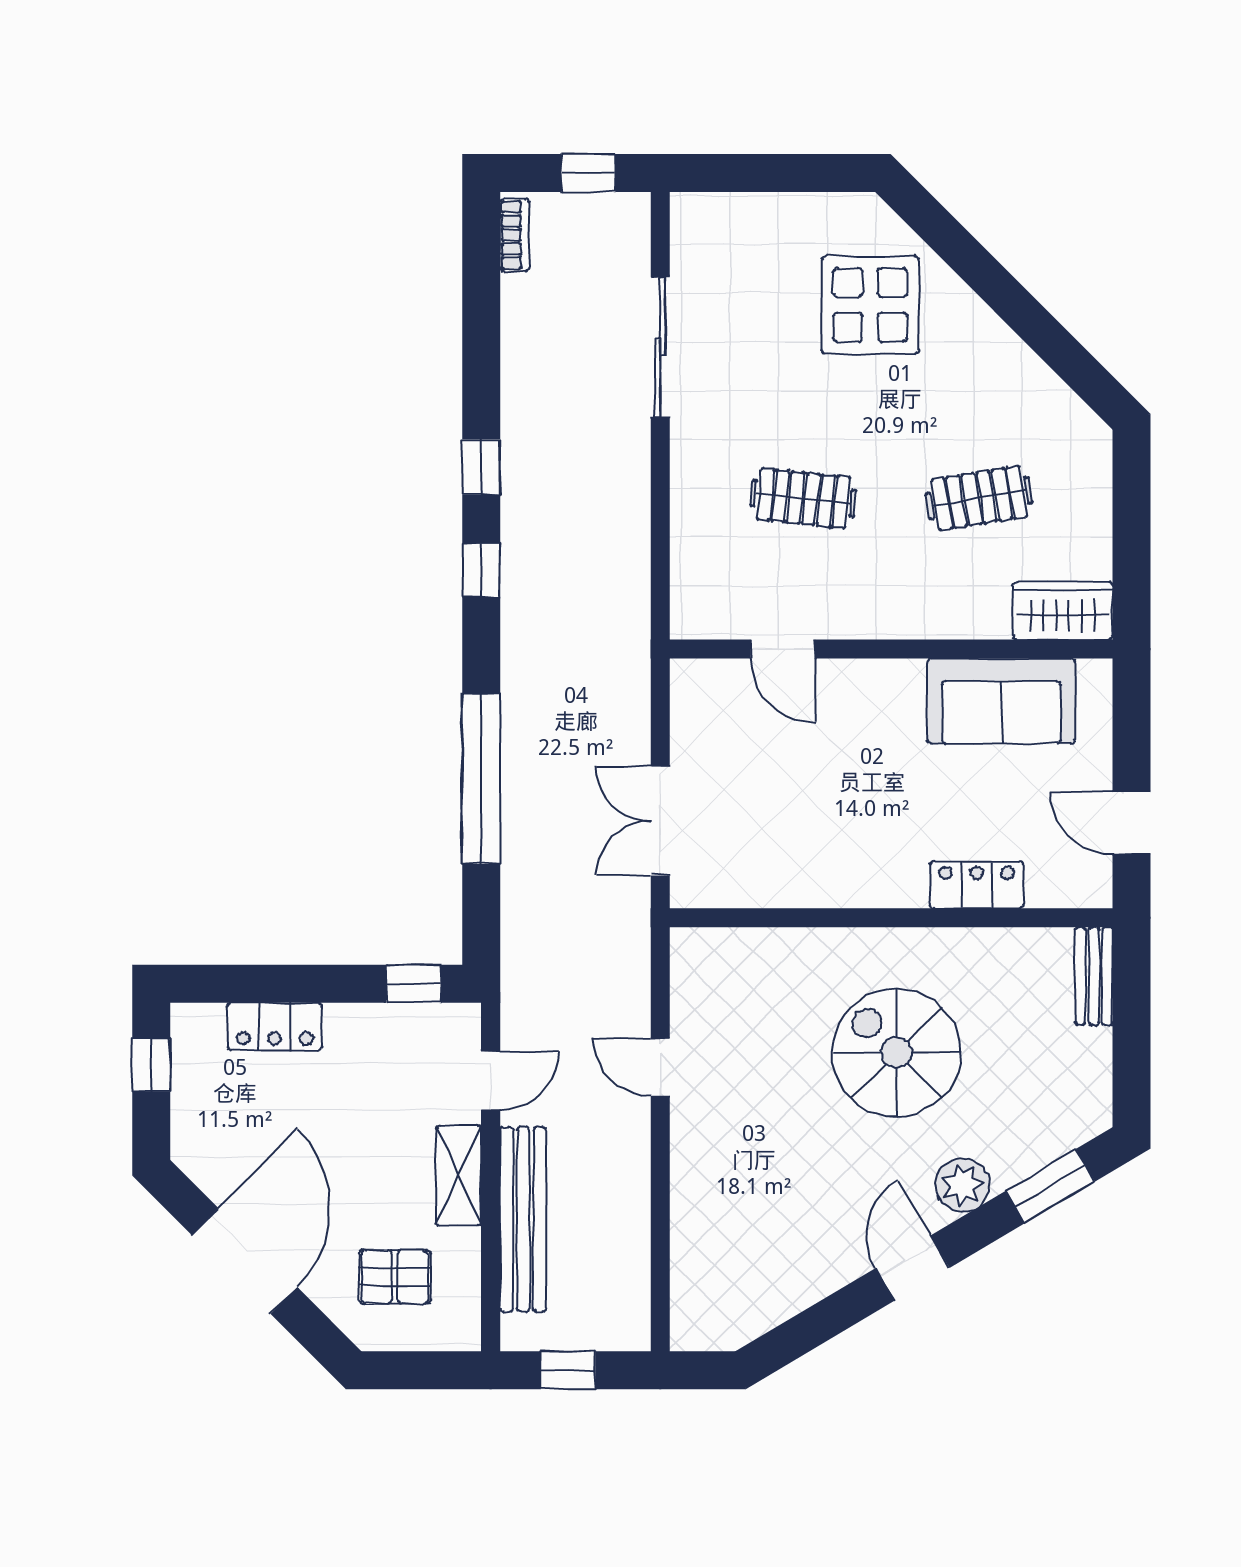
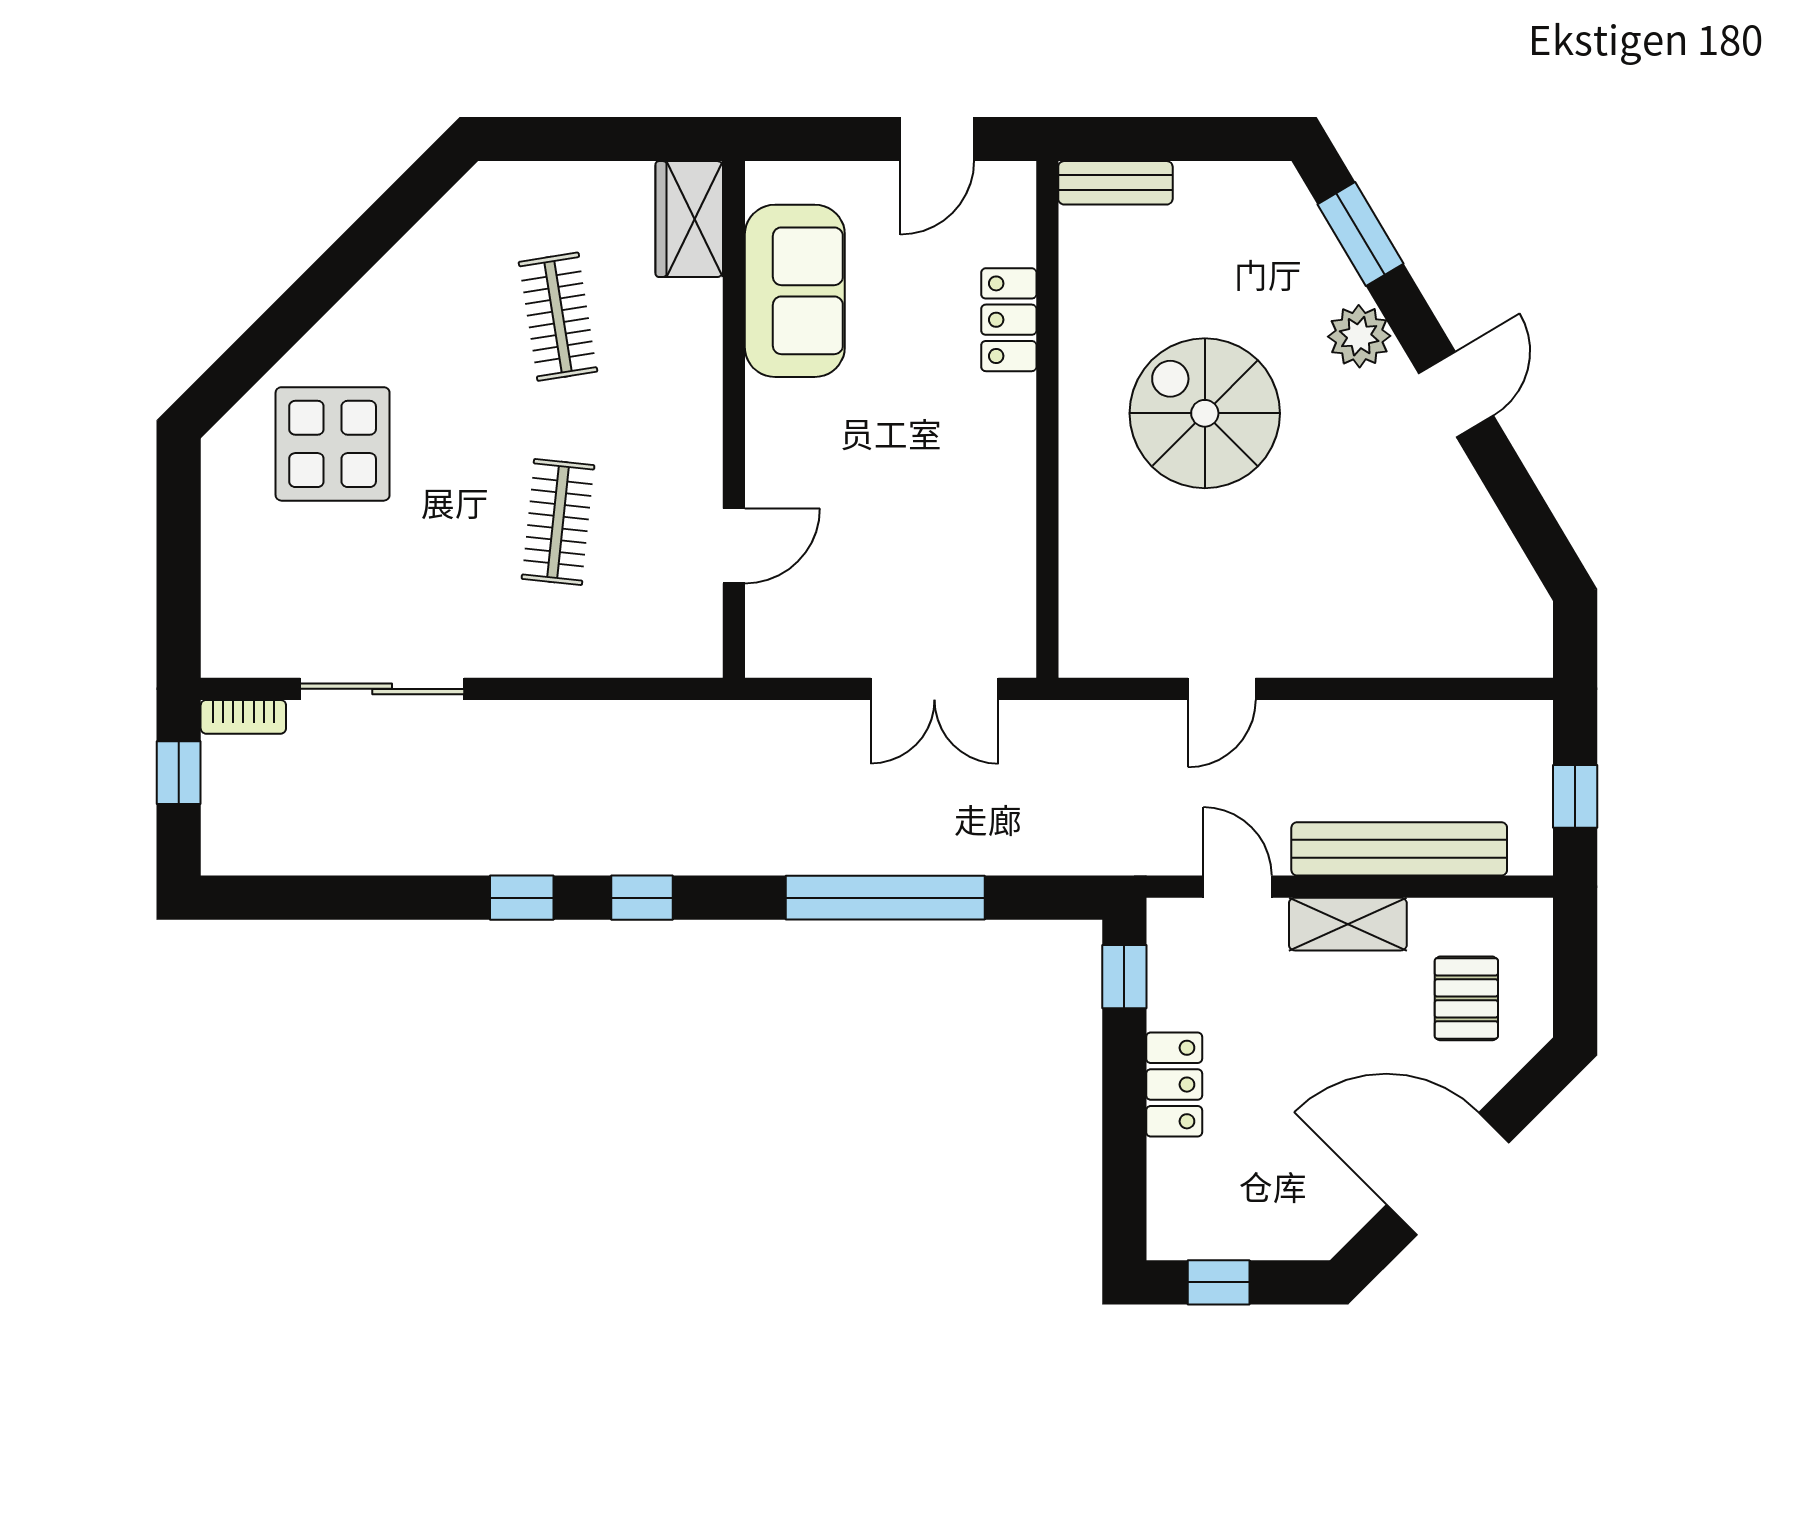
bookcase: (515, 235) -> (243, 717), moved, turned 180
locker: (275, 1026) -> (1174, 1085), moved
spiral stairs: (896, 1053) -> (1205, 413), turned 90
door: (913, 1268) -> (1456, 394), swing flipped

